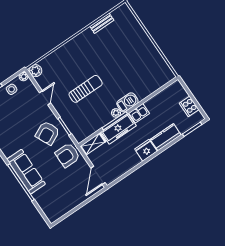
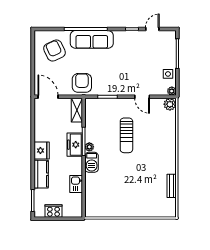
kitchen sink: (139, 113) -> (76, 184), moved
freezer: (119, 129) -> (75, 145), width x0.71
armchair: (47, 133) -> (55, 50), moved

